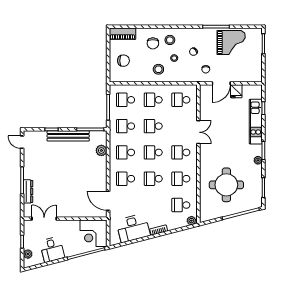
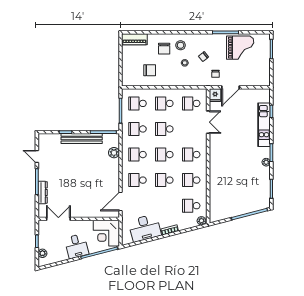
chair: (123, 61) -> (150, 70), moved
stool: (158, 69) -> (169, 74), removed
fridge: (236, 91) -> (215, 95), moved
double door: (198, 132) -> (208, 122), moved
door: (22, 142) -> (37, 156), moved
round table: (226, 185) -> (235, 186), removed
door: (108, 201) -> (120, 201), hinge flipped
desk: (52, 249) -> (77, 246), moved

